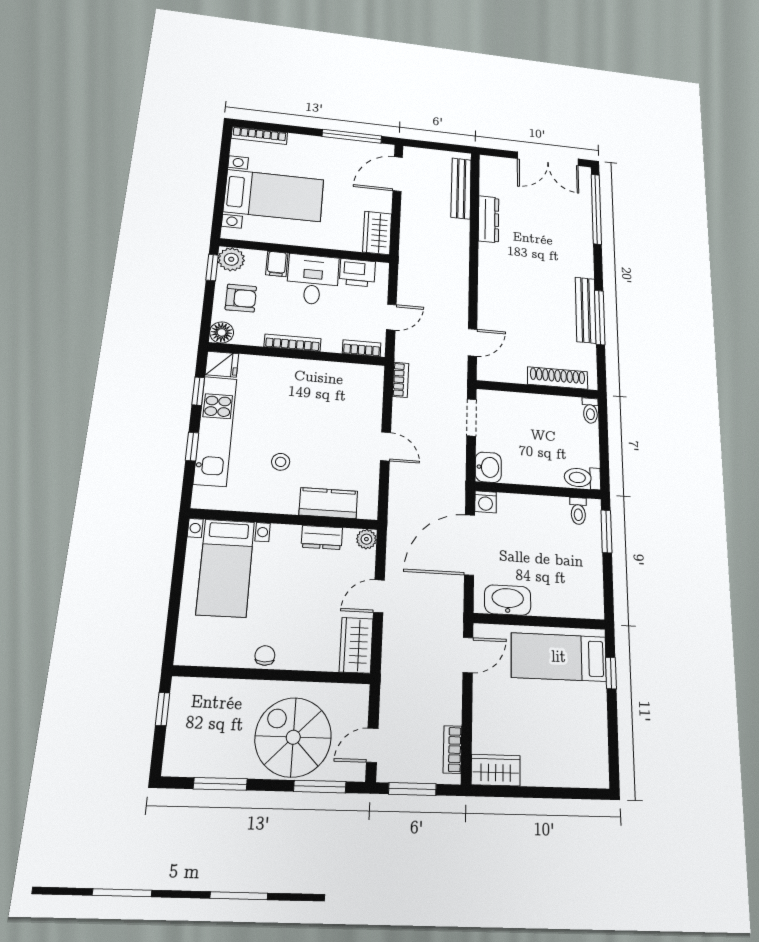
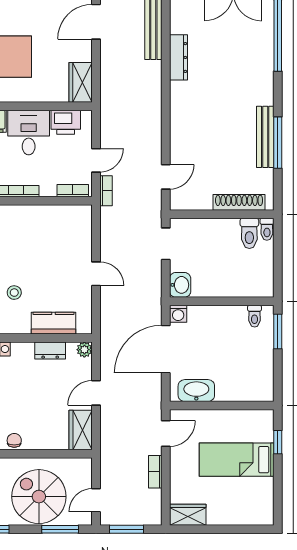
bookcase: (401, 380) -> (106, 191), moved
toilet: (582, 478) -> (249, 233), moved, turned -90
bed: (559, 657) -> (237, 460), moved
bookcase: (453, 749) -> (155, 472), moved

